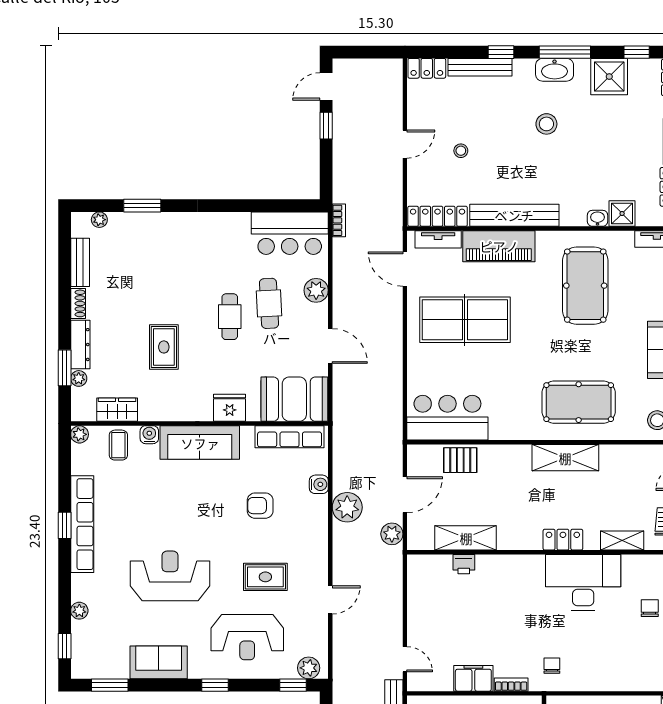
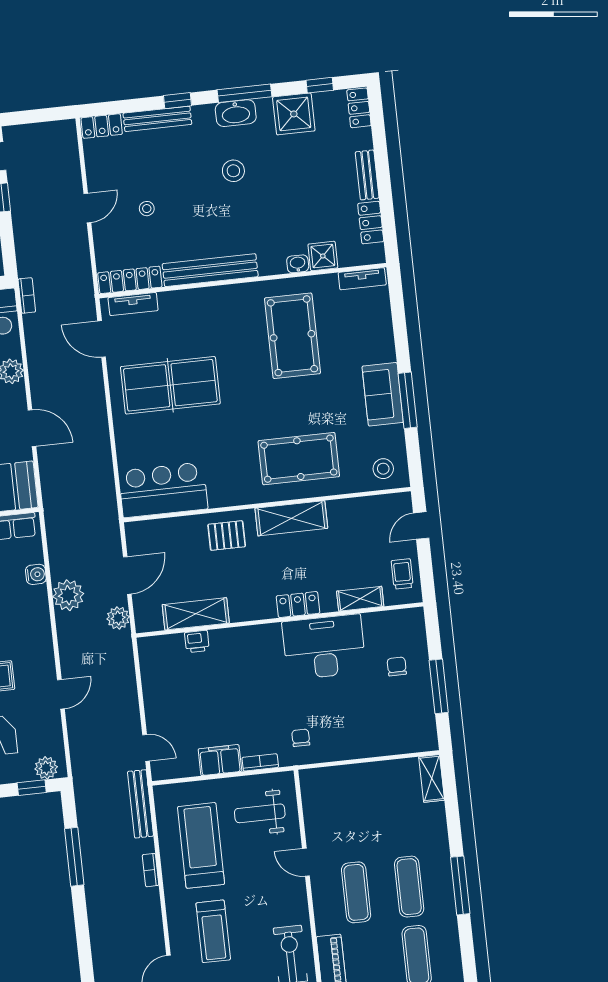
piano: (499, 246) -> (197, 304), removed
pallet: (460, 460) -> (227, 536), moved

